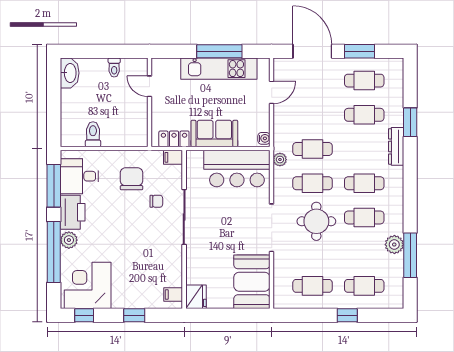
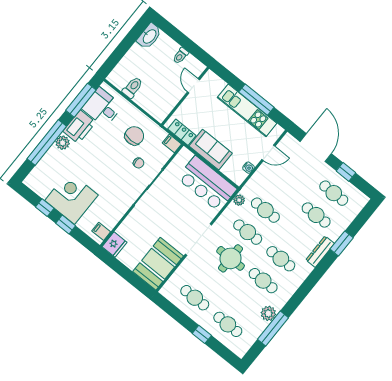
window: (360, 51) -> (346, 172), width x0.67
water cooler: (264, 138) -> (248, 168), moved
corner desk: (88, 285) -> (71, 198), moved
window: (84, 315) -> (45, 208), moved

